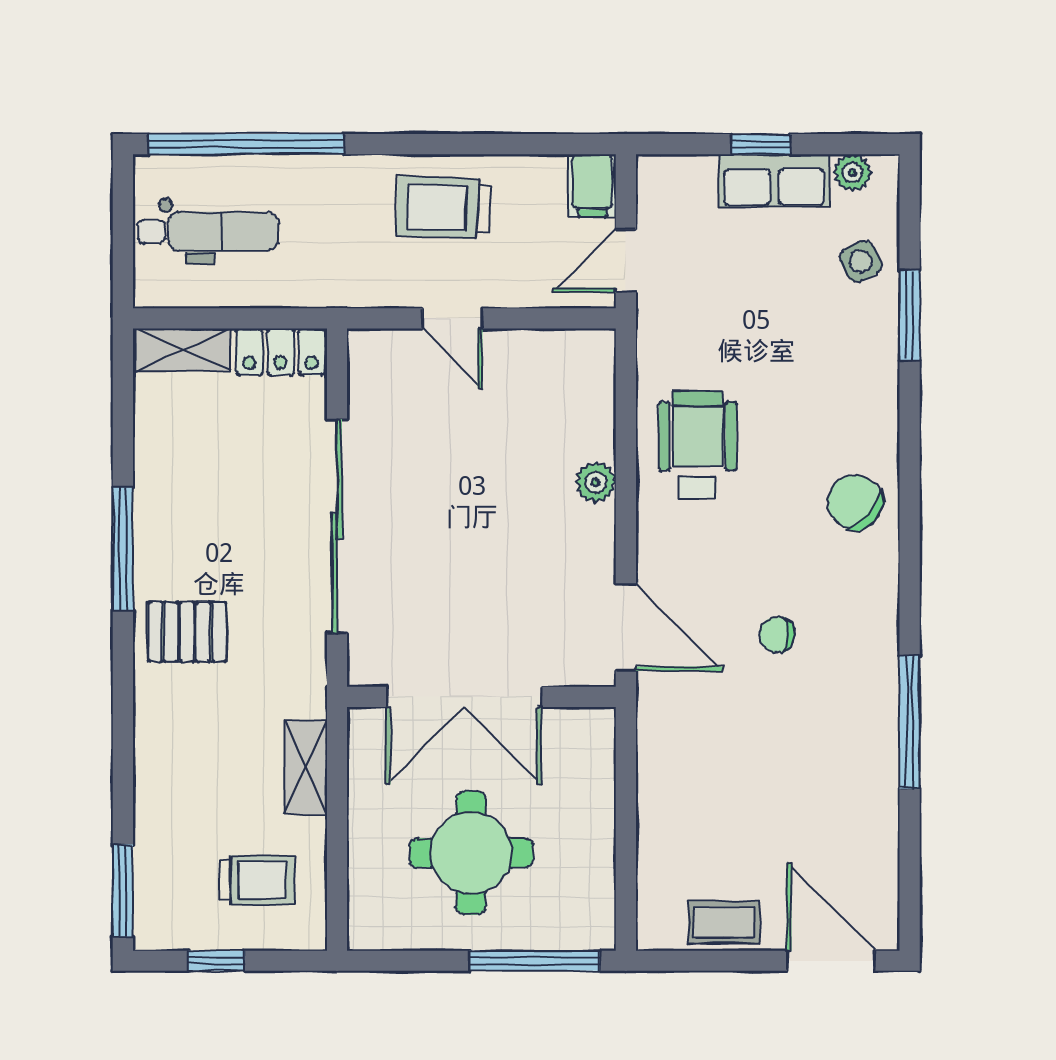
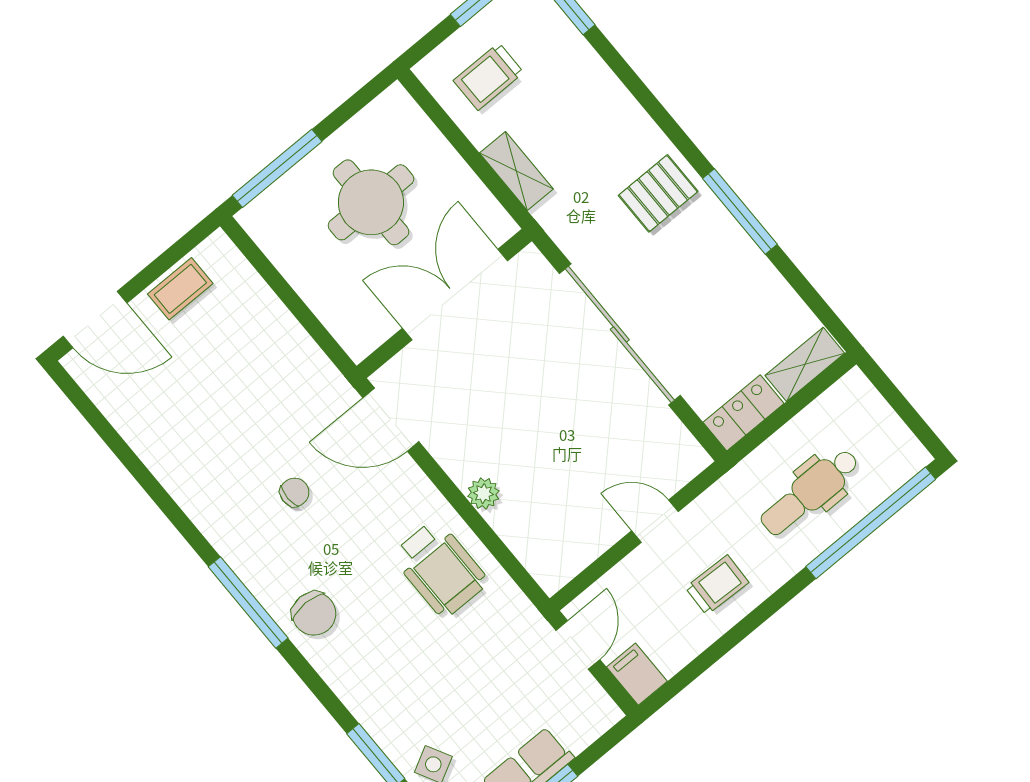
trolley: (444, 207) -> (717, 585), width x0.73, depth x0.72
dental chair: (208, 231) -> (810, 492), moved
chair: (855, 502) -> (314, 614), turned 48
window: (910, 722) -> (248, 602), moved

